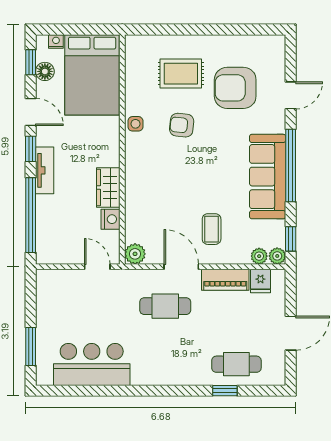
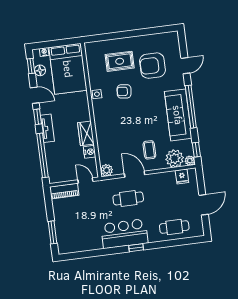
plant: (259, 256) -> (175, 158), width x1.88, depth x1.88
piano: (225, 280) -> (64, 191), moved
bar counter: (92, 364) -> (124, 234), moved
window: (225, 391) -> (136, 248), moved

